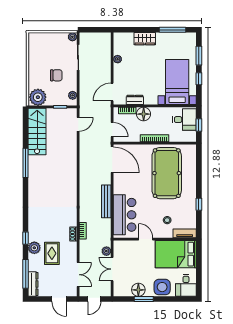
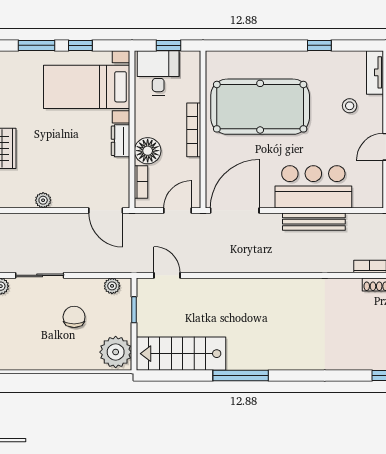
dresser: (135, 100) -> (121, 141), moved
bar counter: (125, 215) -> (313, 187), moved

